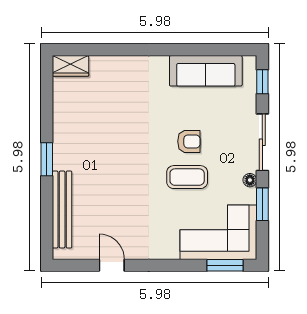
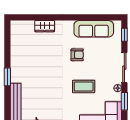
wardrobe: (71, 66) -> (45, 26), moved
armchair: (189, 141) -> (77, 55), moved

